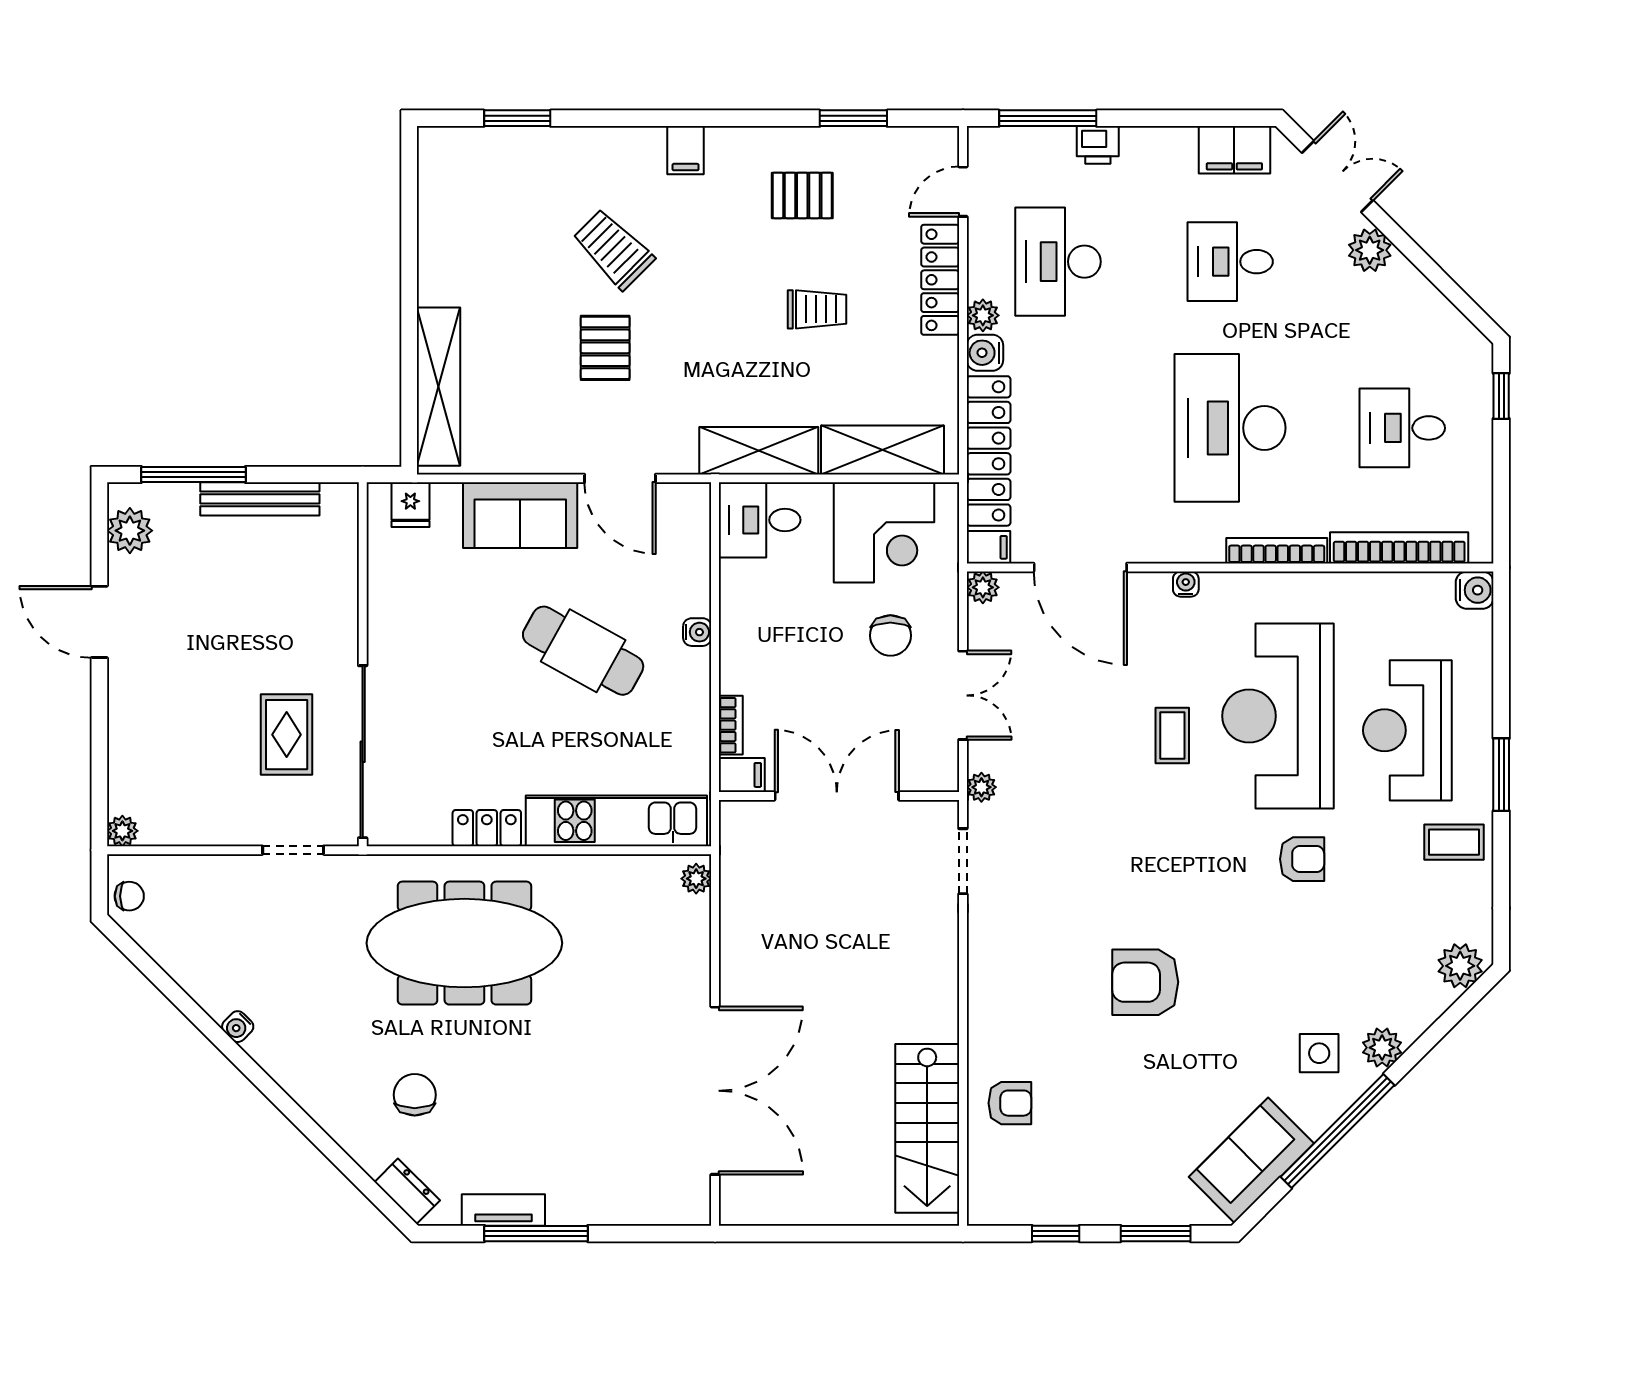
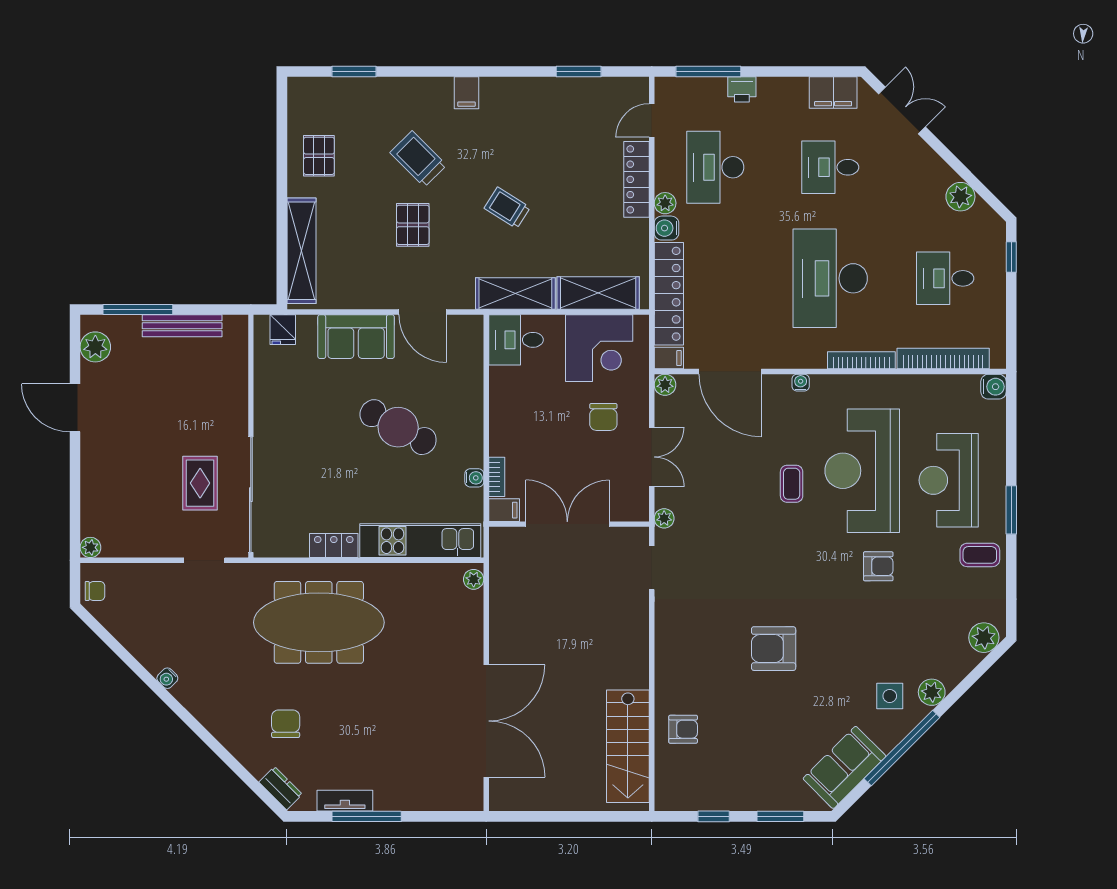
pallet: (802, 195) -> (319, 156), moved, turned 90
plant: (1370, 250) -> (960, 197), moved
trolley: (817, 309) -> (507, 208), moved, turned -148
water cooler: (697, 632) -> (474, 478), moved

